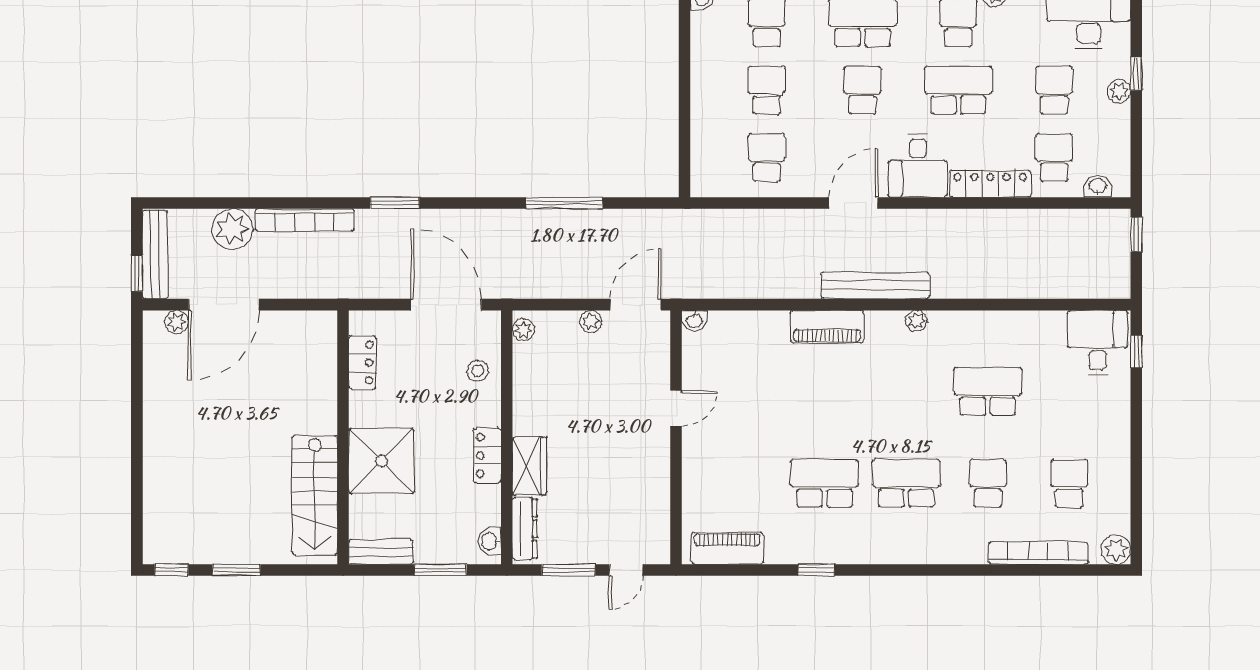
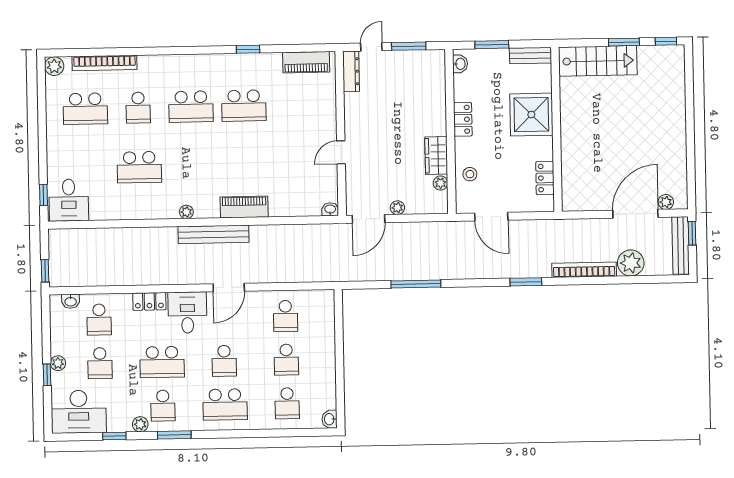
locker: (990, 184) -> (149, 301), width x0.66
door: (446, 305) -> (491, 217), width x0.73
plant: (523, 330) -> (441, 183), moved
wardrobe: (529, 466) -> (436, 156), moved
school desk: (1069, 483) -> (85, 109), width x1.85
stairs: (315, 495) -> (598, 61), moved, turned 90
dresser: (525, 529) -> (351, 71), moved, turned 180

